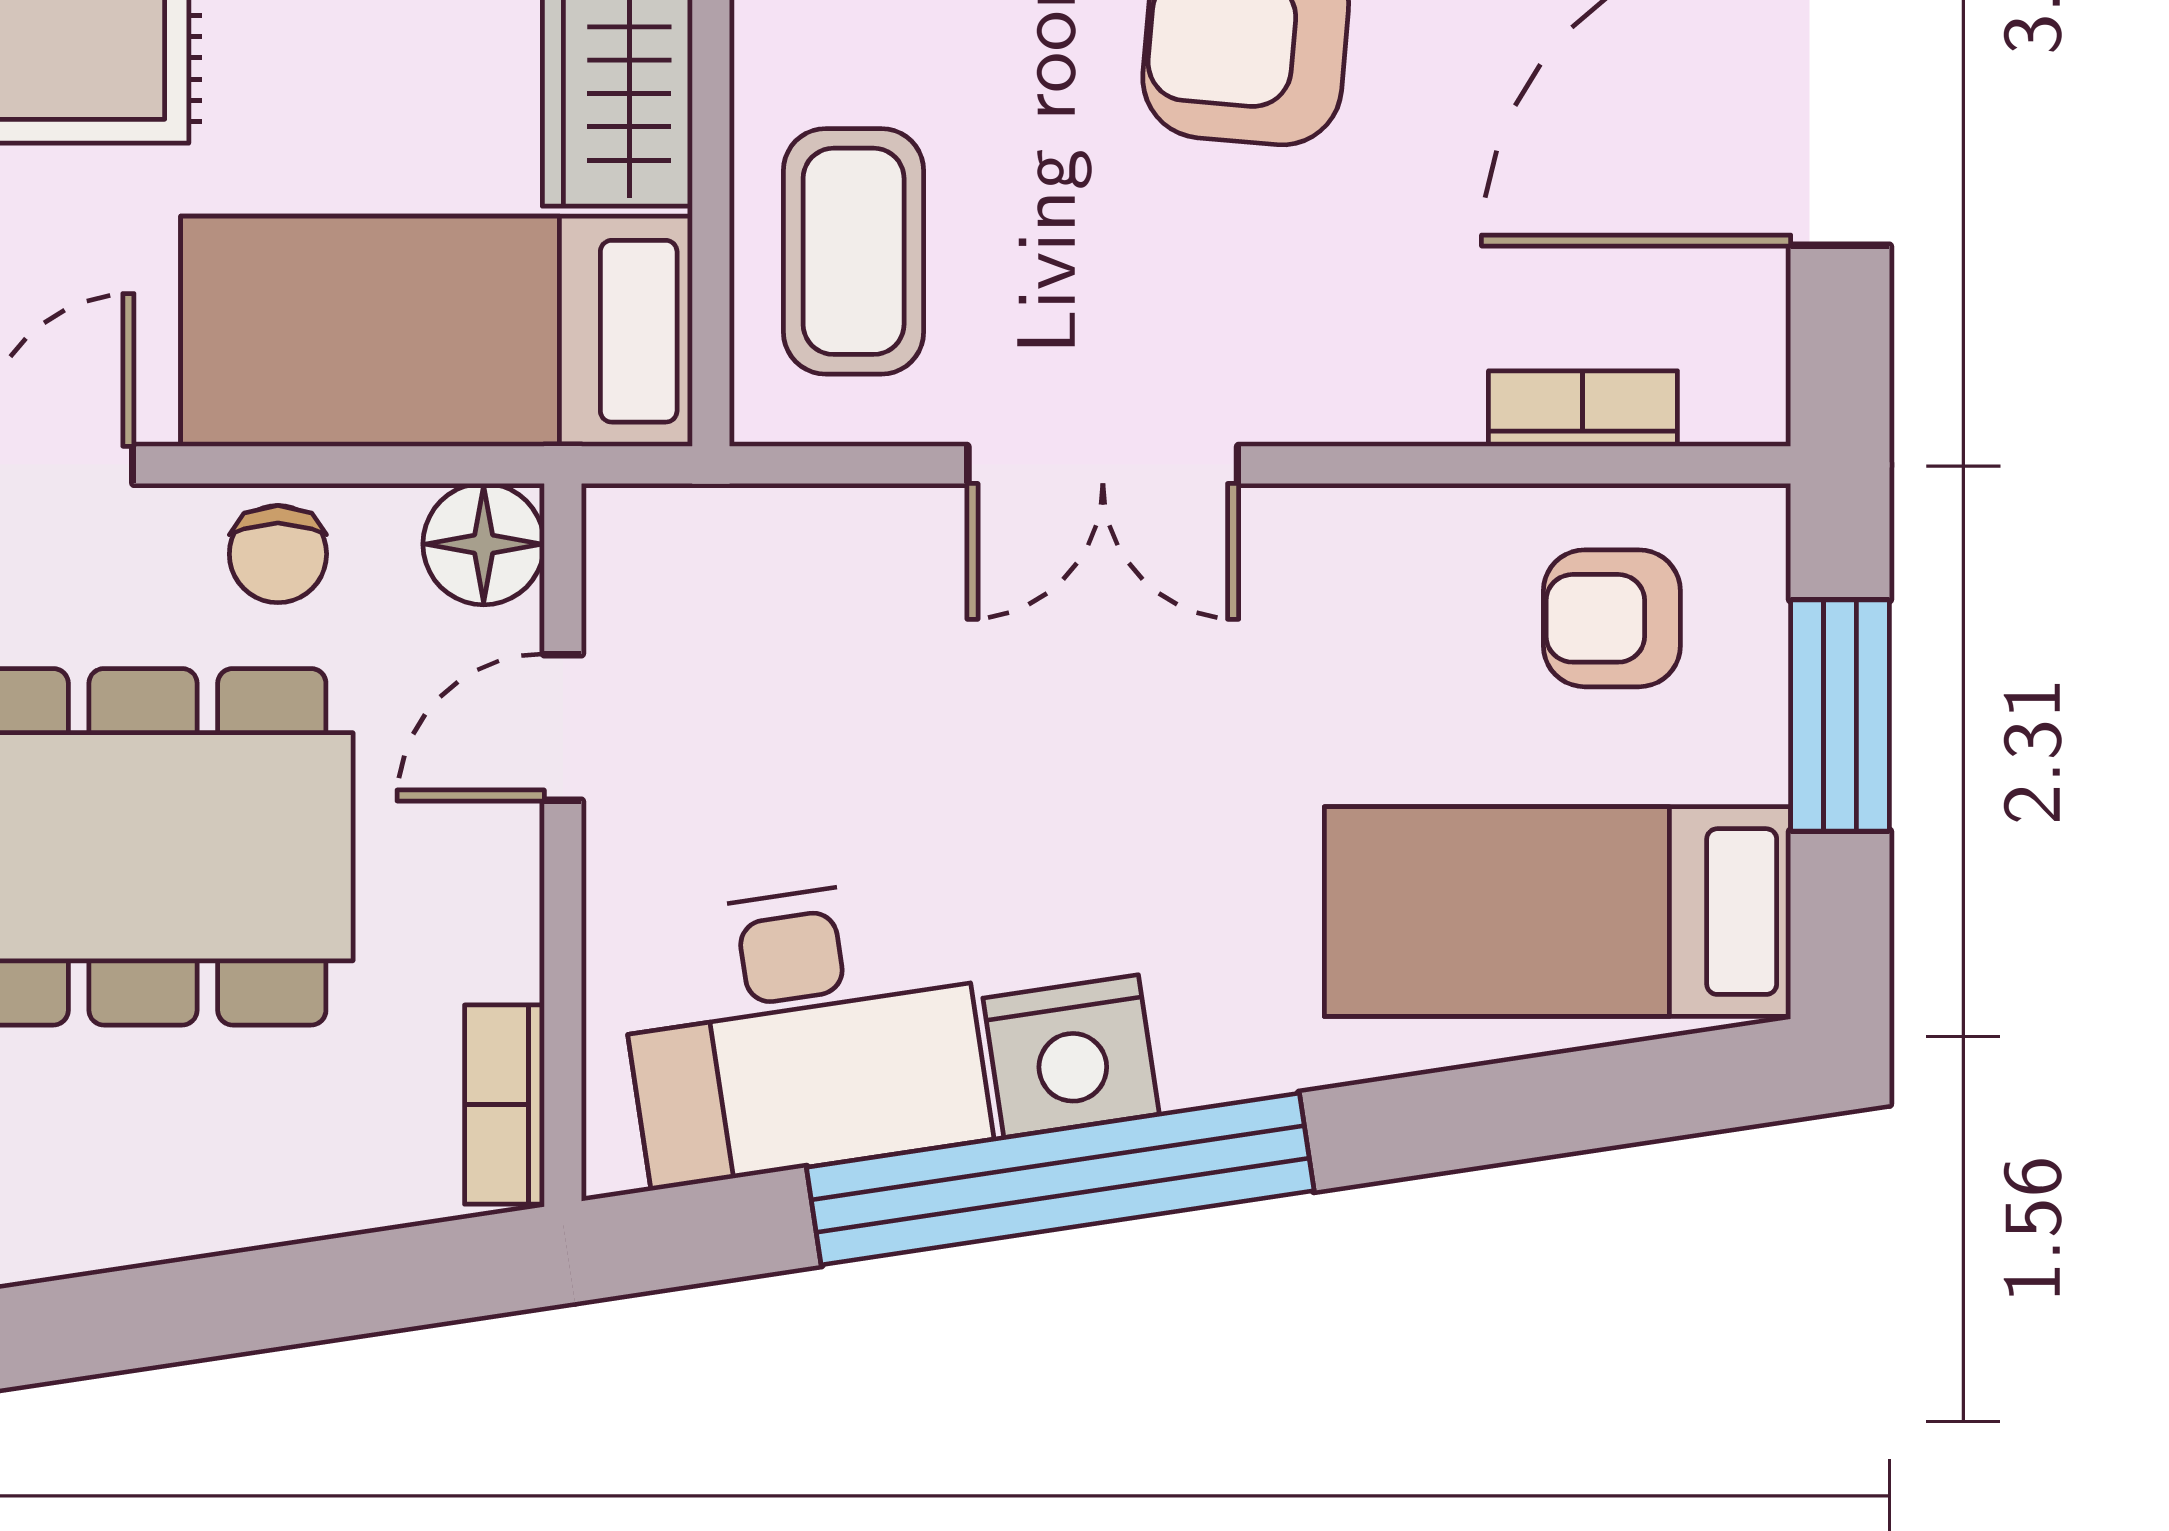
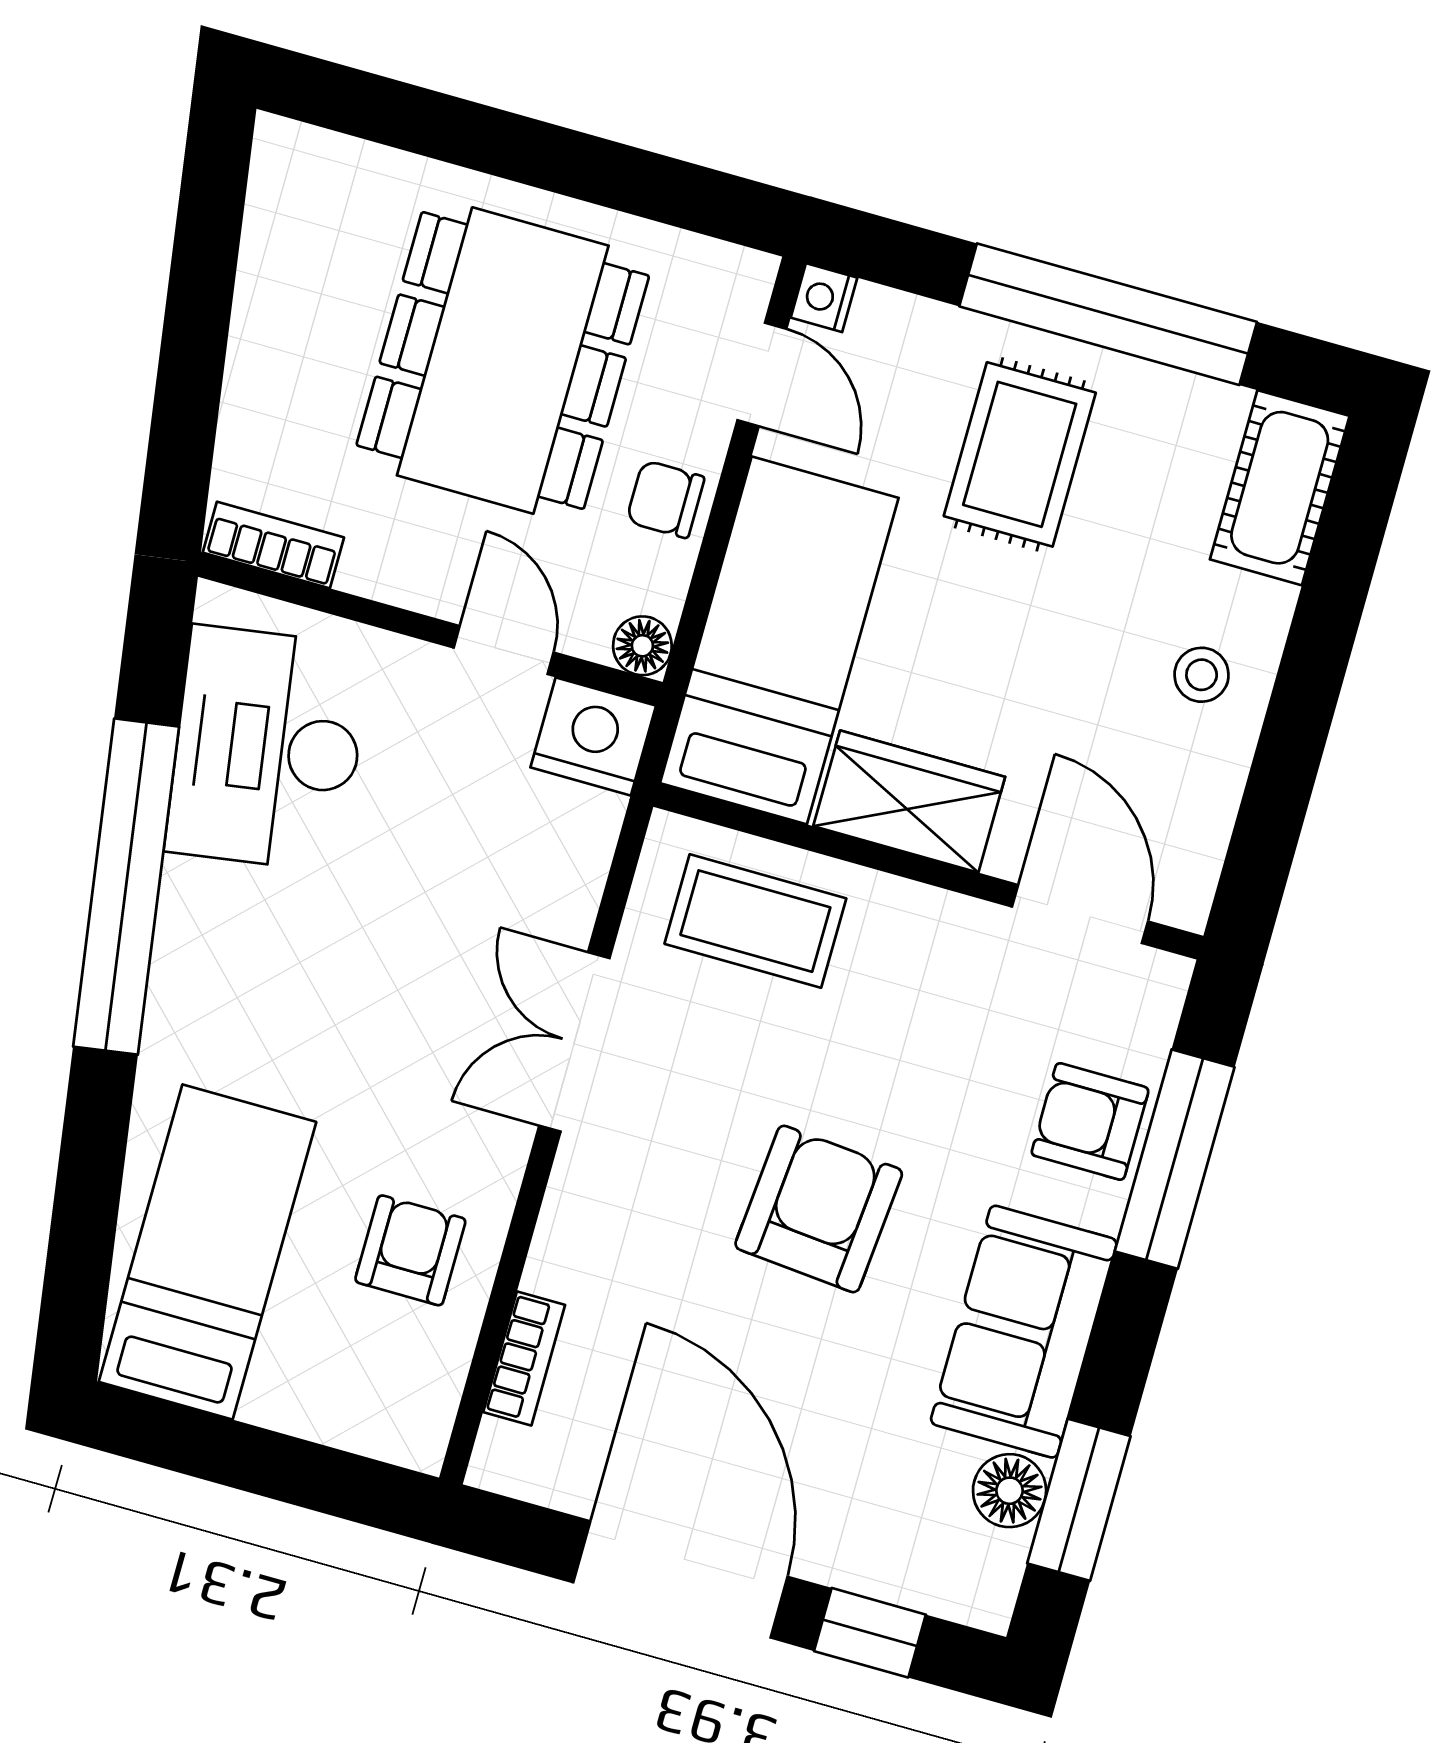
floor lamp: (484, 544) -> (642, 646), width x0.73, depth x0.73
armchair: (1612, 618) -> (410, 1250), moved
window: (1840, 715) -> (282, 1468), removed
nightstand: (1071, 1056) -> (593, 737), moved, turned 99

